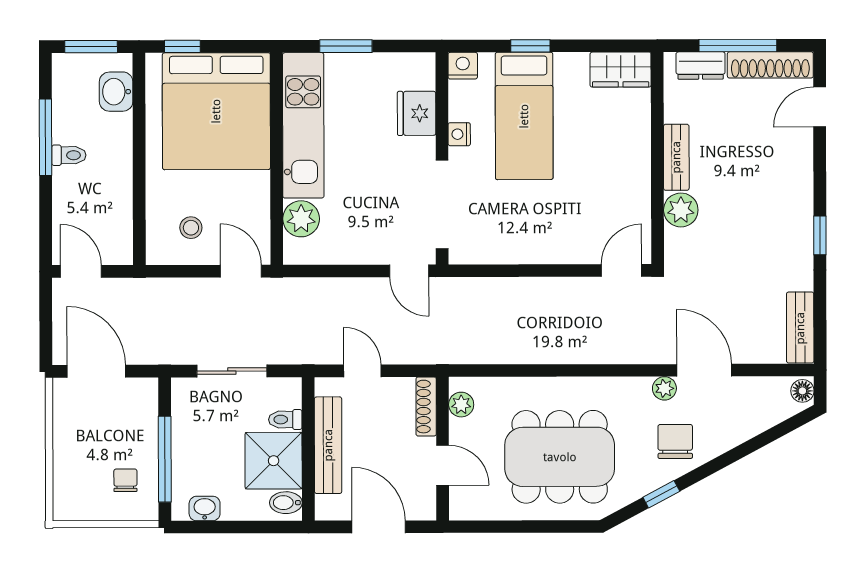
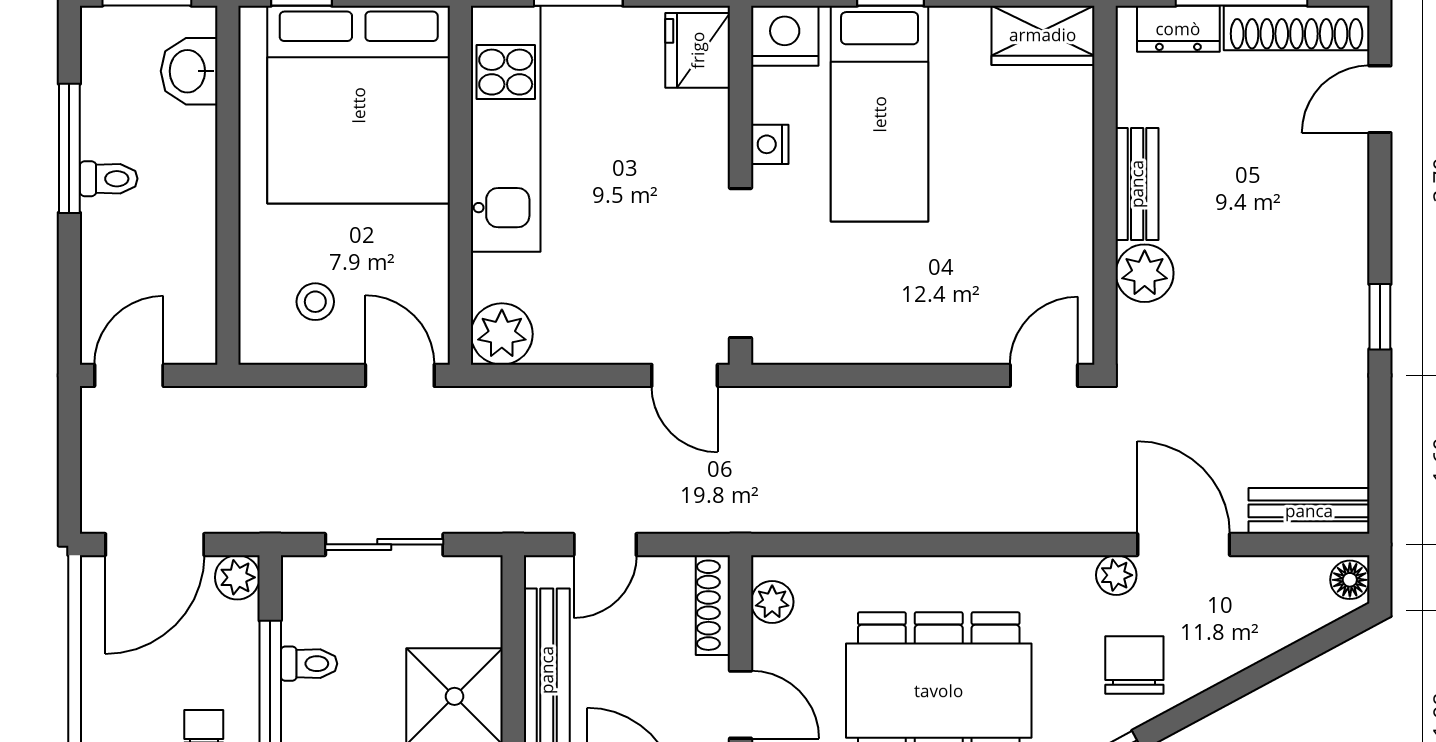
nightstand: (463, 66) -> (785, 36), width x1.36, depth x1.33
fridge: (417, 113) -> (698, 50), moved
plant: (301, 219) -> (502, 334), moved
door: (81, 271) -> (129, 375), hinge flipped
bench: (800, 328) -> (1309, 511), moved, turned 90
door: (96, 371) -> (155, 544), swing flipped
door: (362, 371) -> (605, 544), swing flipped
plant: (145, 391) -> (237, 577), added
toilet: (285, 420) -> (309, 664), moved, turned 180

